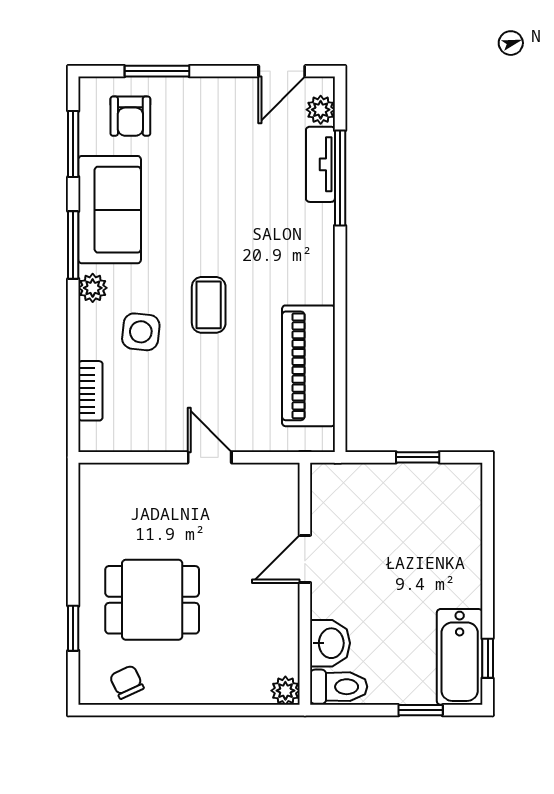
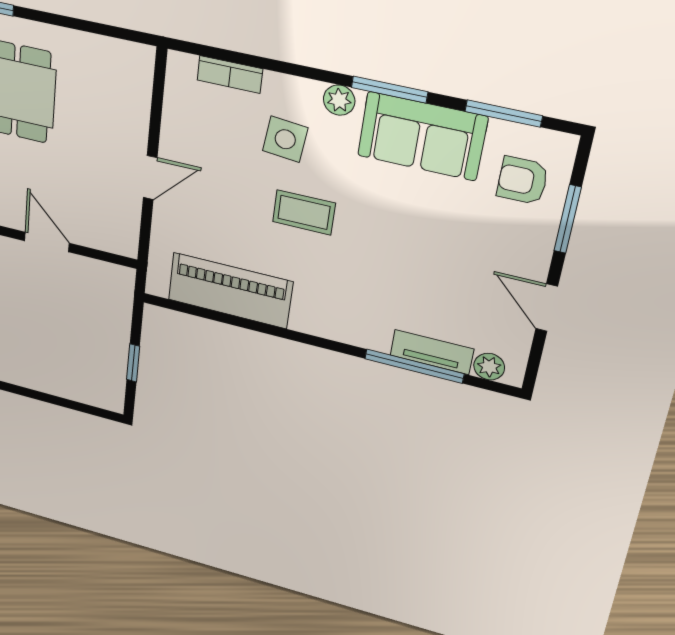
door: (282, 71) -> (547, 308), moved

